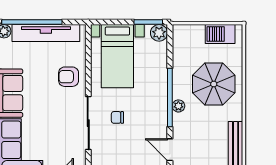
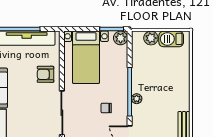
plant: (196, 33) -> (151, 38), added
parasol: (214, 84) -> (166, 80), removed
chair: (117, 117) -> (106, 108), moved

